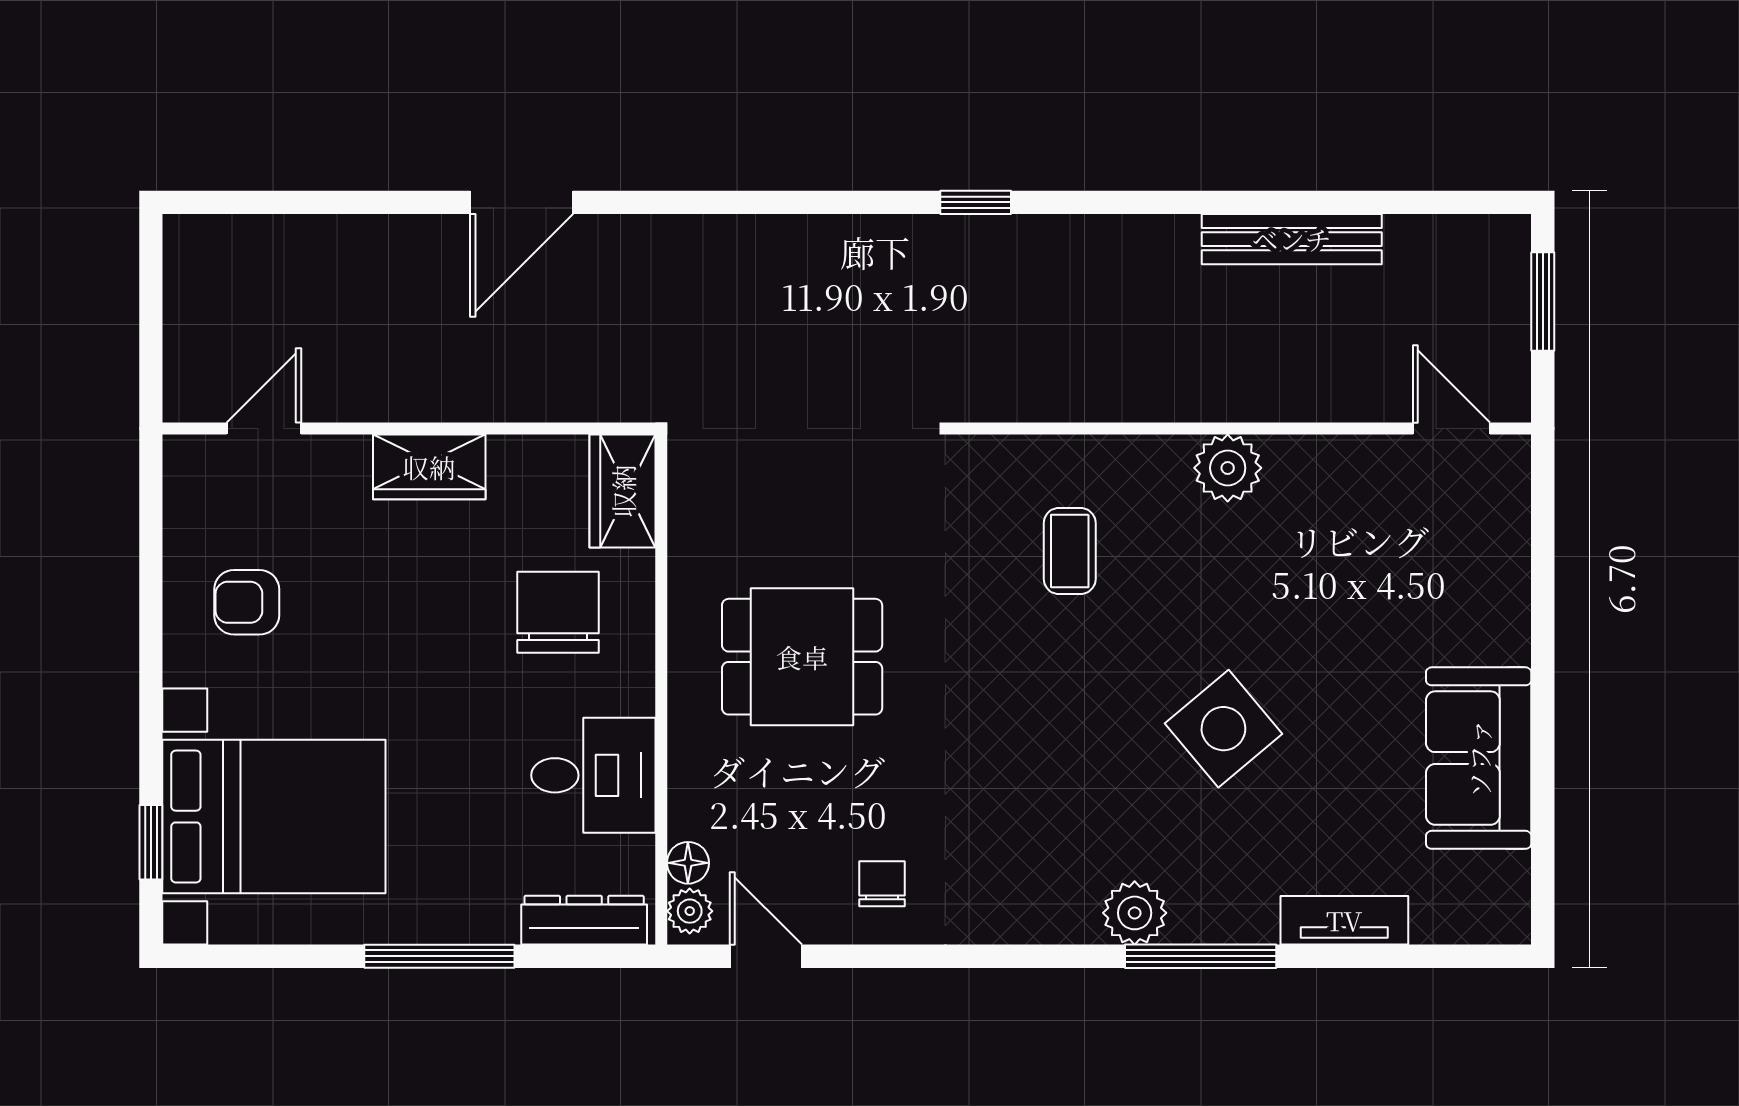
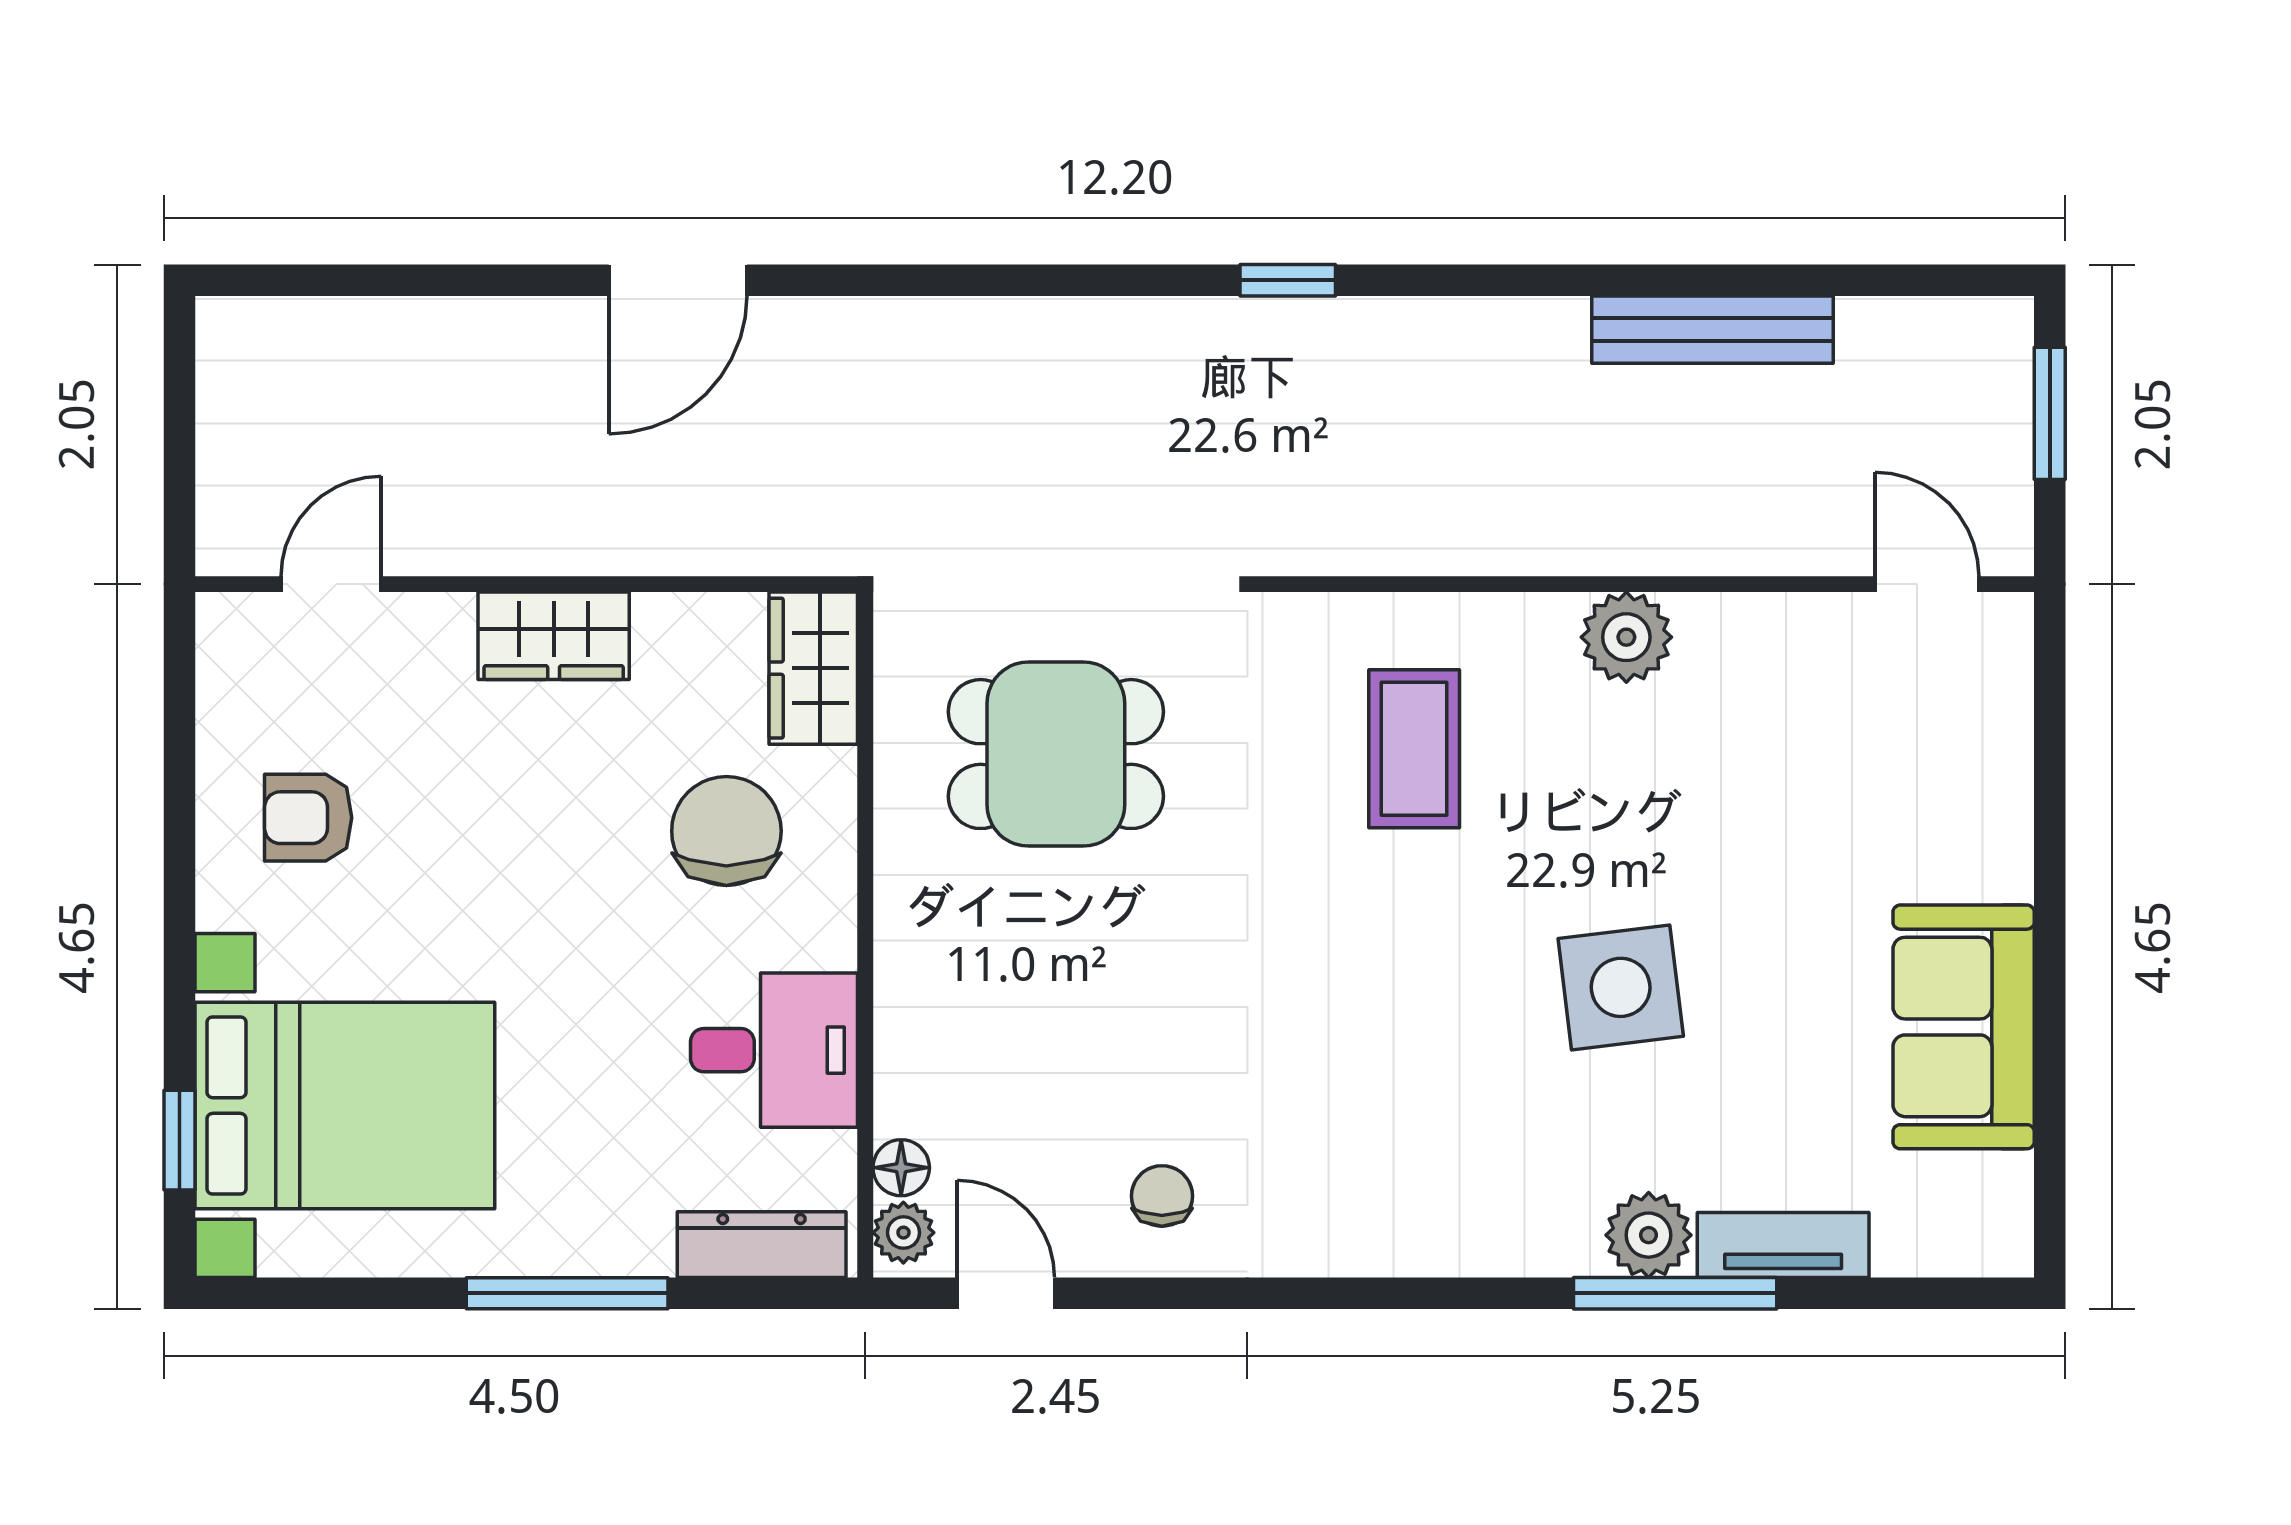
coffee table: (1070, 551) -> (1414, 749), width x1.36, depth x1.30
dining table: (802, 657) -> (1056, 754), moved
side table: (1223, 729) -> (1621, 987), turned 33
plant: (1135, 913) -> (1649, 1235), moved
window: (1201, 956) -> (1675, 1293), moved

